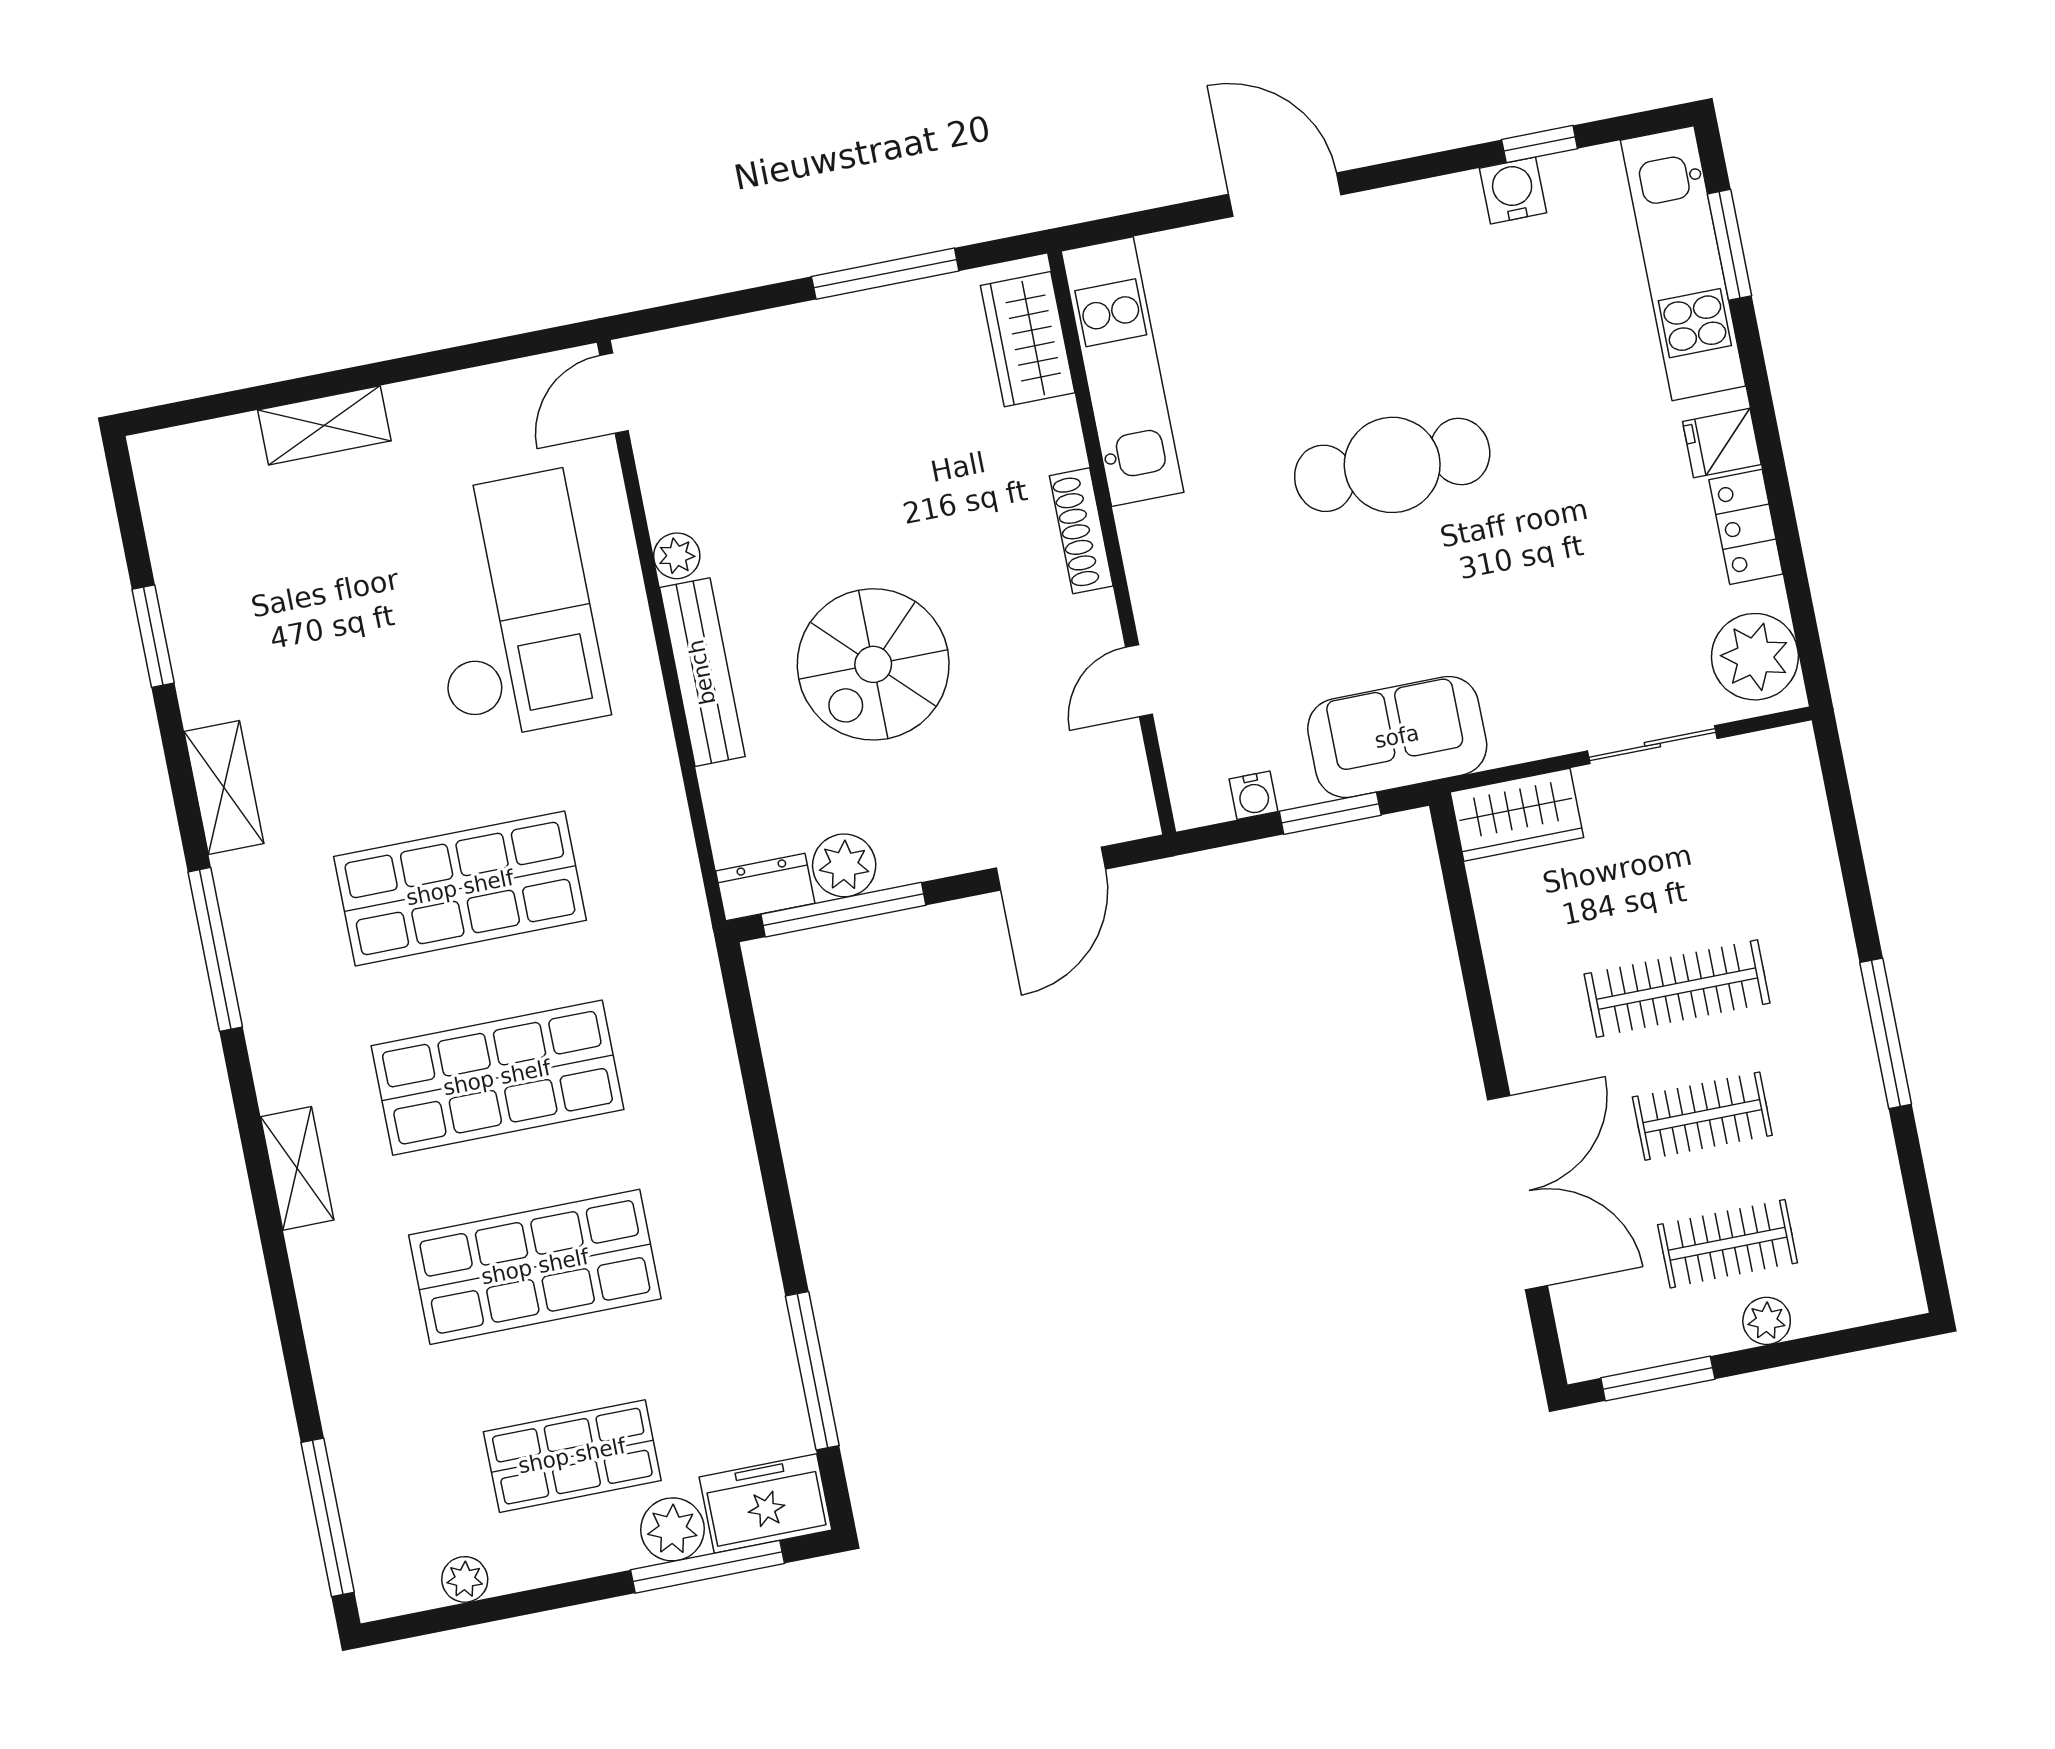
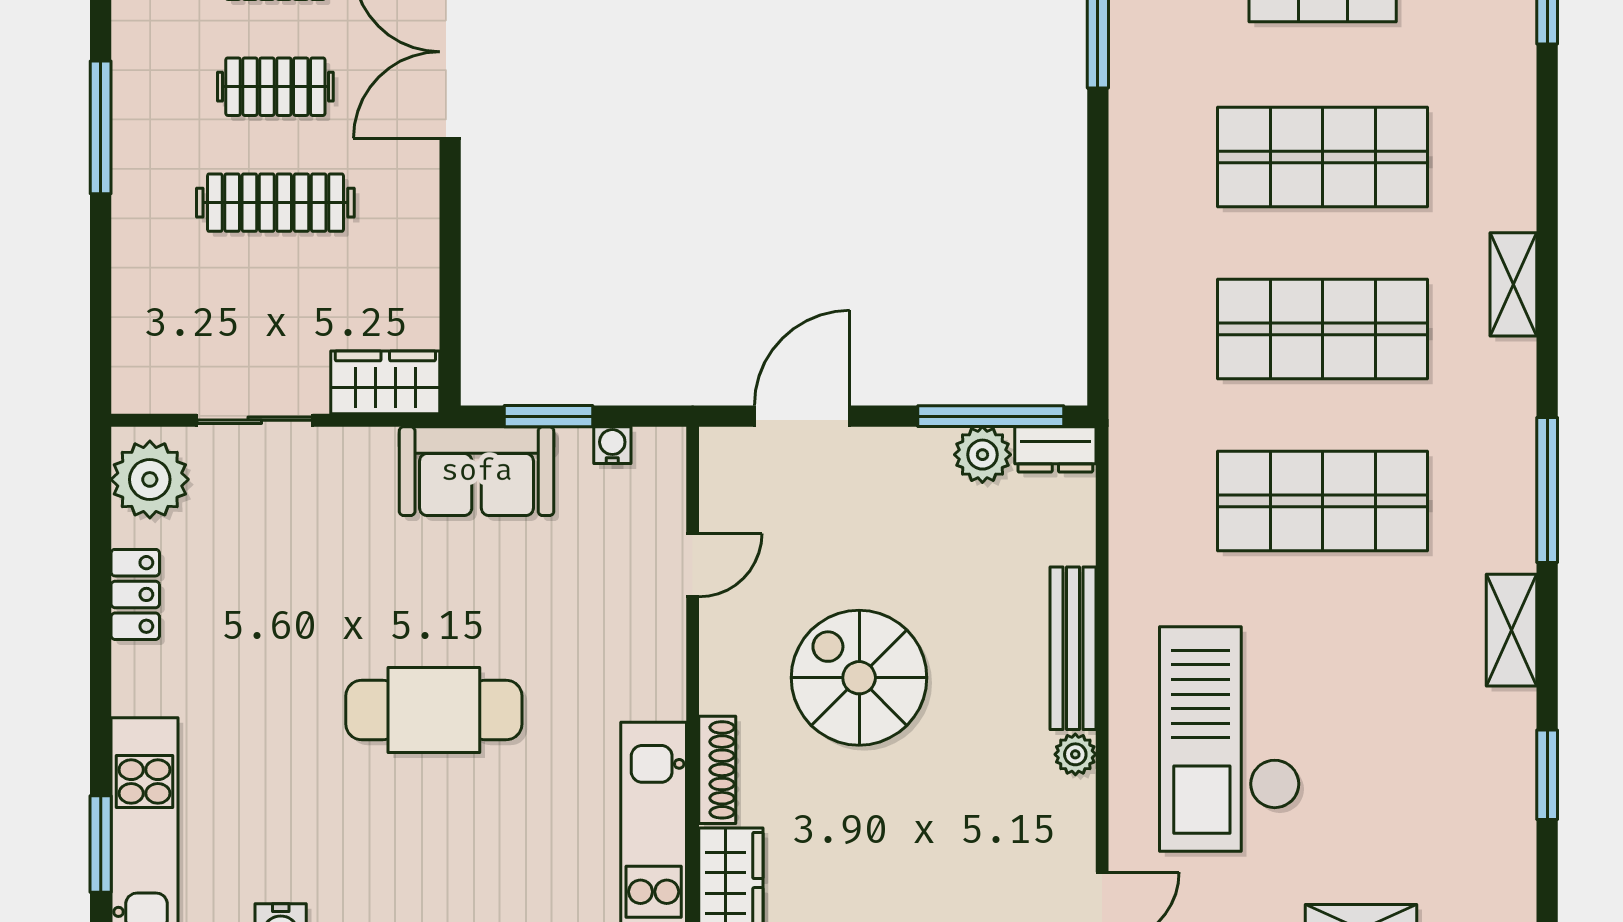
fridge: (1722, 443) -> (142, 672), removed
shoe rack: (1081, 531) -> (717, 770), moved
spiral stairs: (873, 664) -> (859, 678), moved, turned -90

